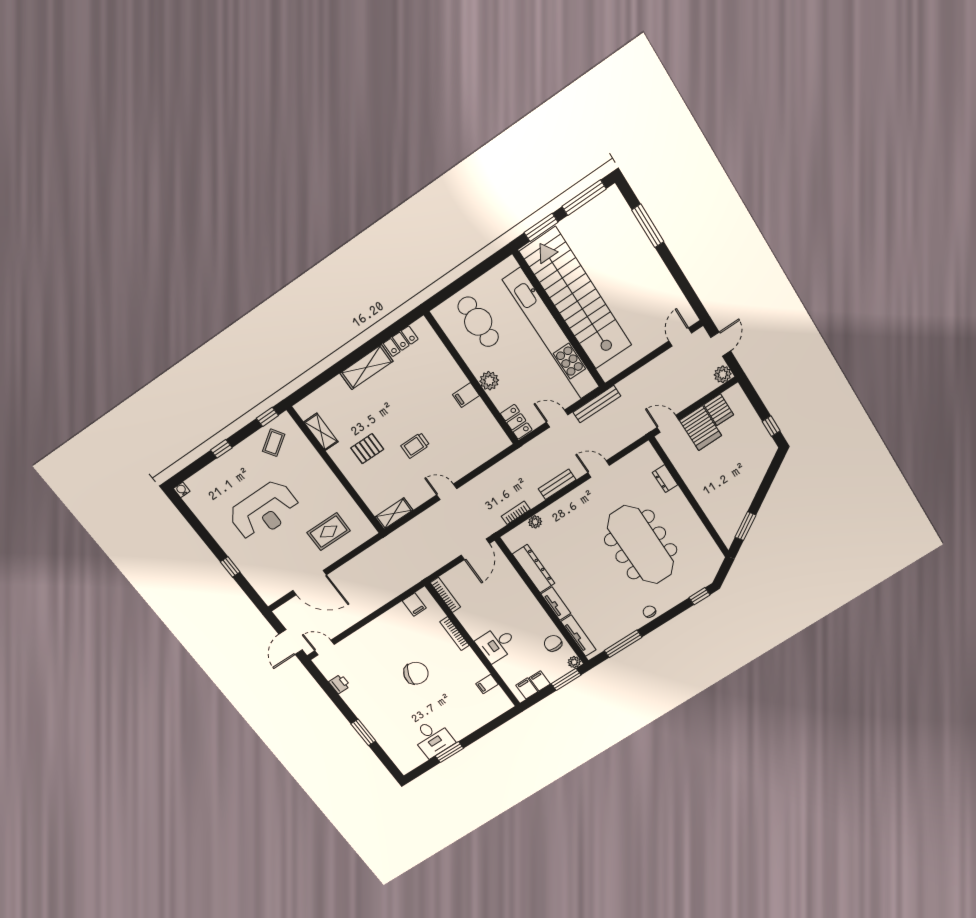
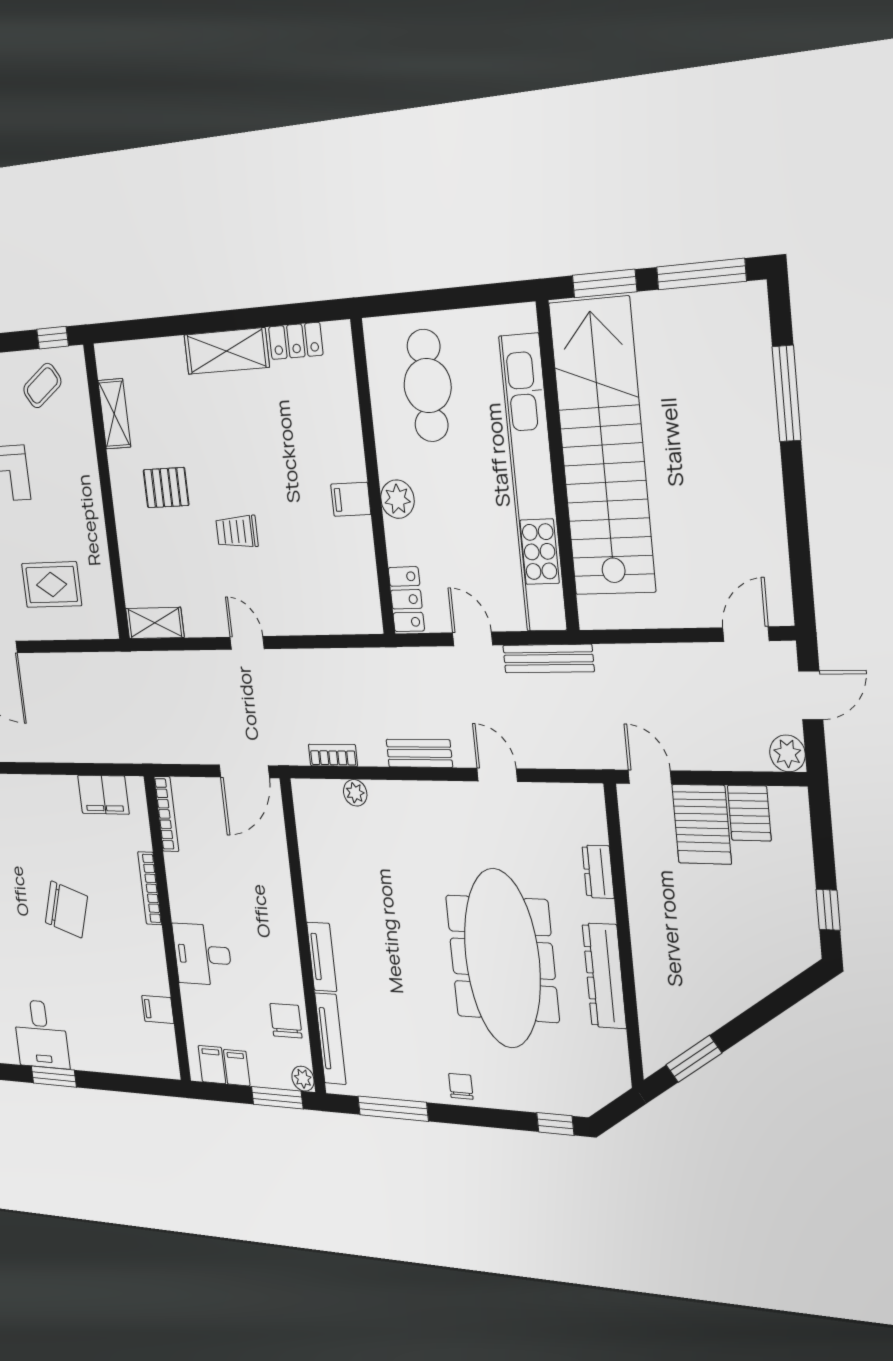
dresser: (534, 569) -> (604, 976), moved, turned 180
filing cabinet: (414, 604) -> (103, 795), width x2.00

